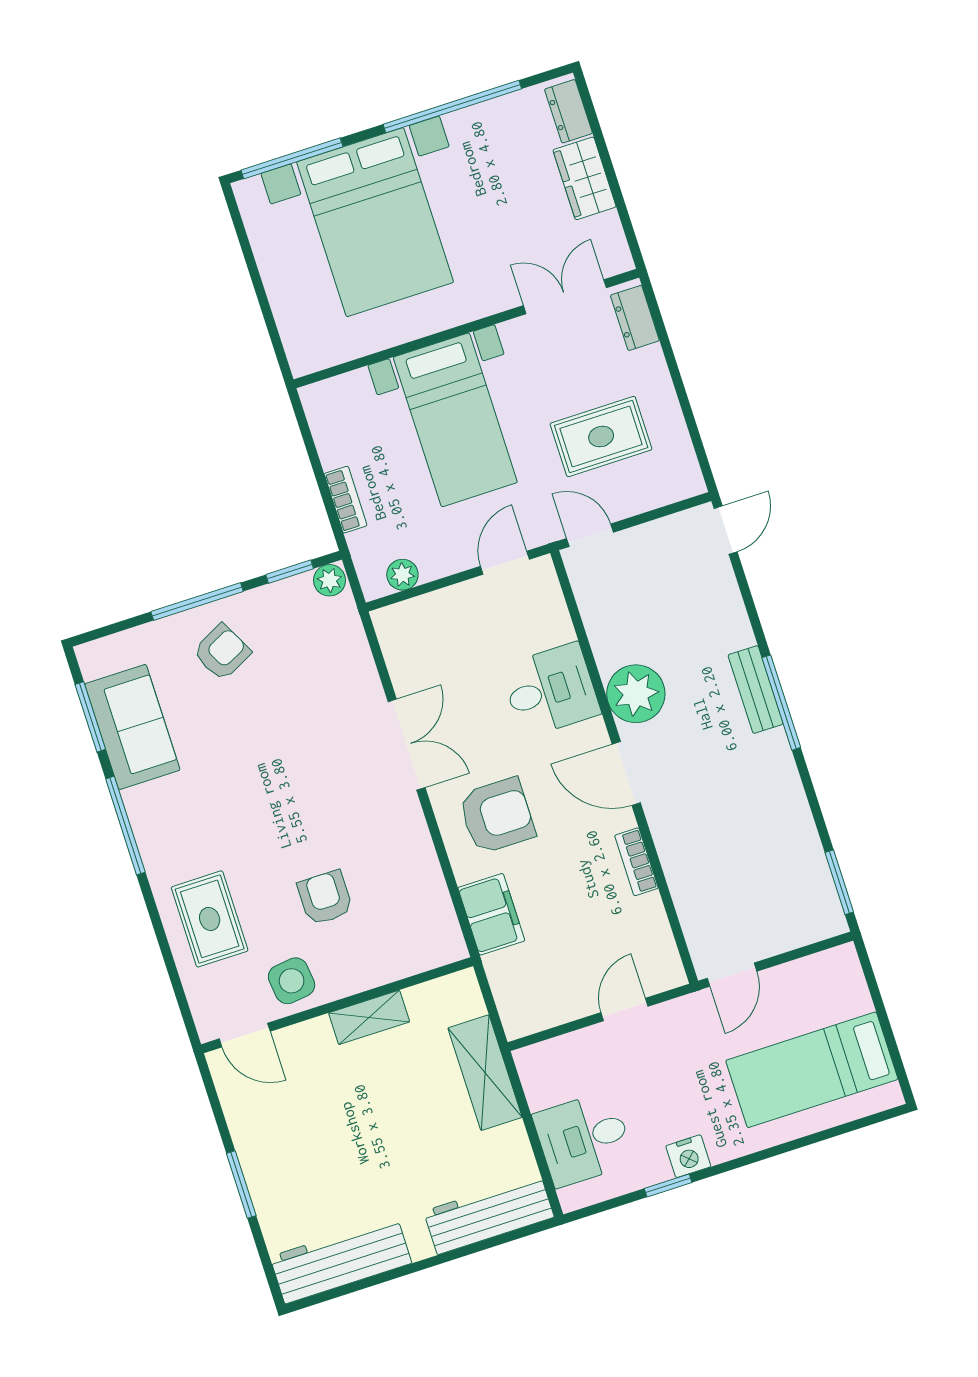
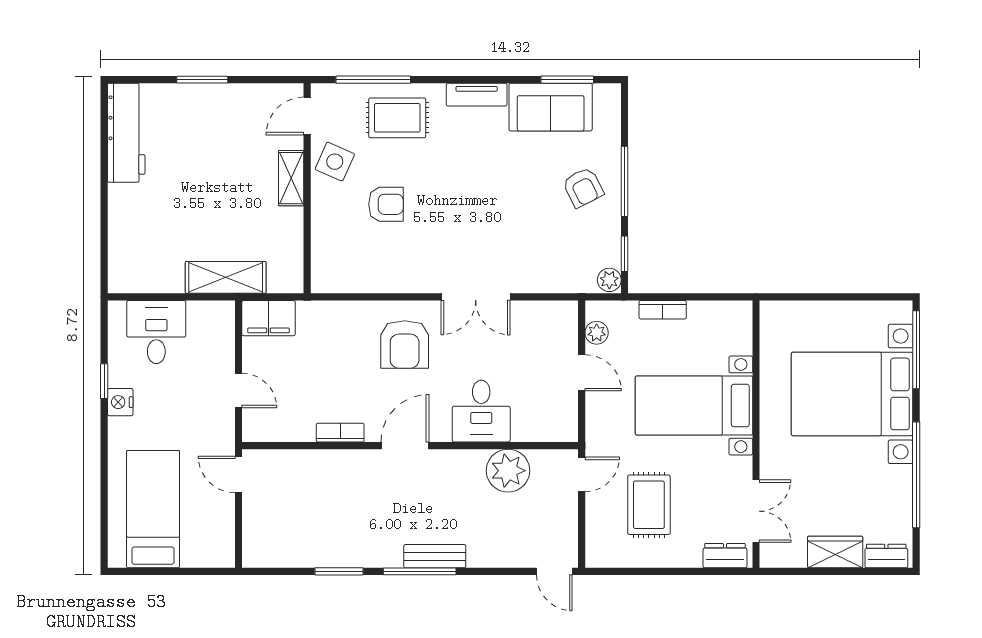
door: (505, 563) -> (582, 373), moved
plant: (636, 694) -> (508, 471), moved
window: (125, 826) -> (373, 80), moved
tv unit: (147, 827) -> (477, 95), added
window: (839, 882) -> (339, 571), moved
filing cabinet: (491, 914) -> (268, 318), moved
side table: (292, 981) -> (335, 162), turned 31
shelving: (369, 1017) -> (291, 178), moved
workbench: (489, 1214) -> (125, 248), removed

